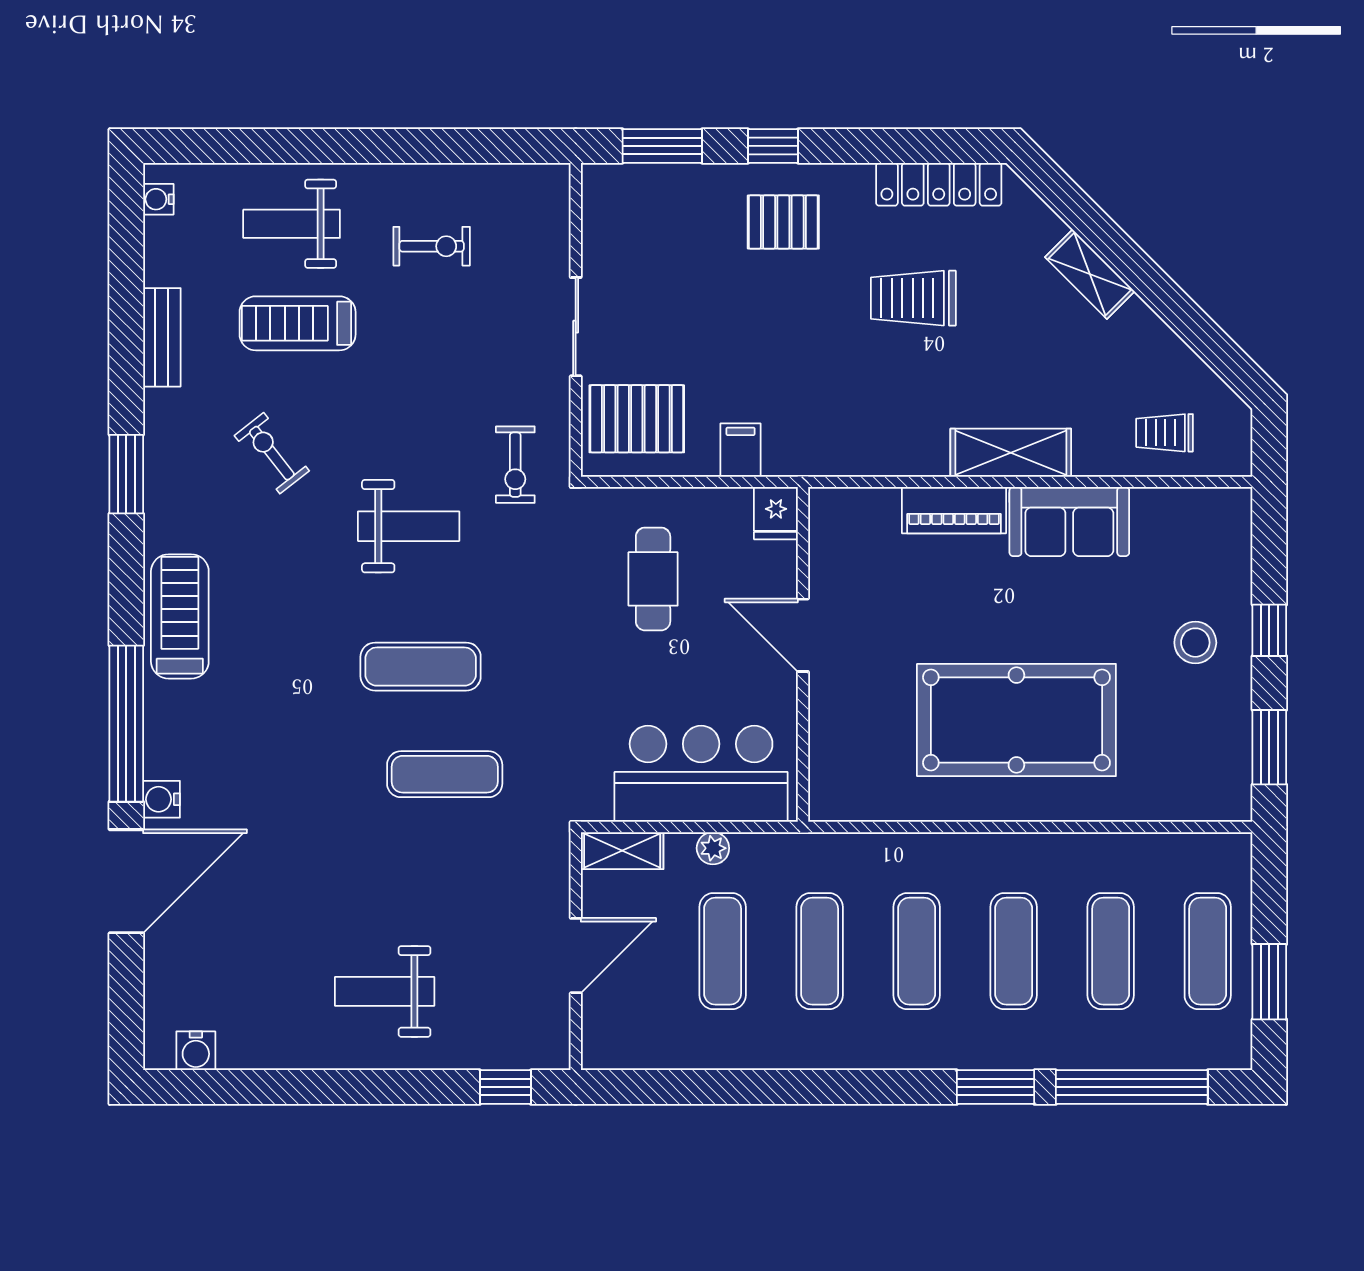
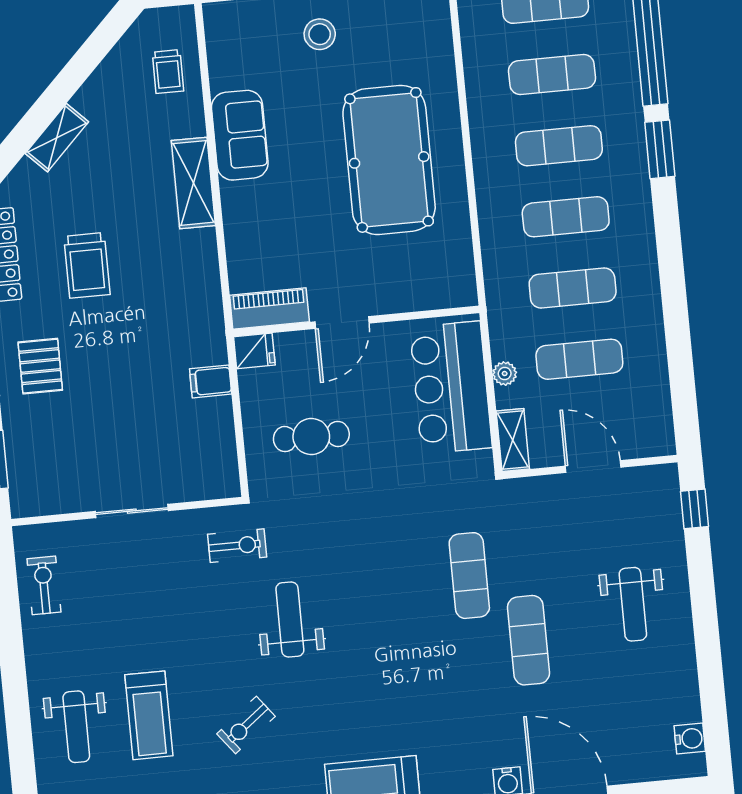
exercise bike: (432, 246) -> (44, 585), moved
pallet: (637, 419) -> (195, 460), removed
piano: (954, 510) -> (269, 309), moved, turned -90
exercise mat: (421, 667) -> (529, 640), moved

